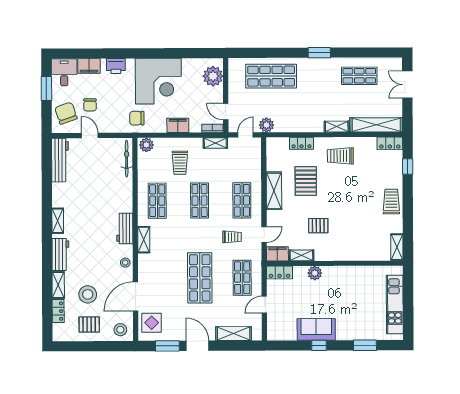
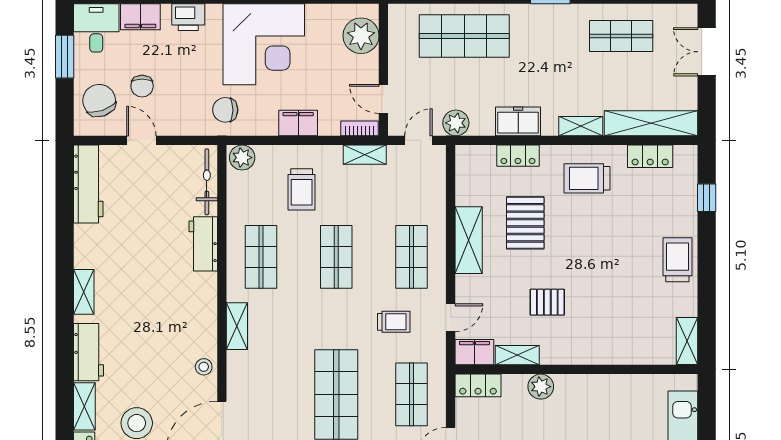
freezer: (301, 124) -> (518, 121), added
locker: (390, 143) -> (650, 156), moved
workbench: (125, 228) -> (203, 244), moved

